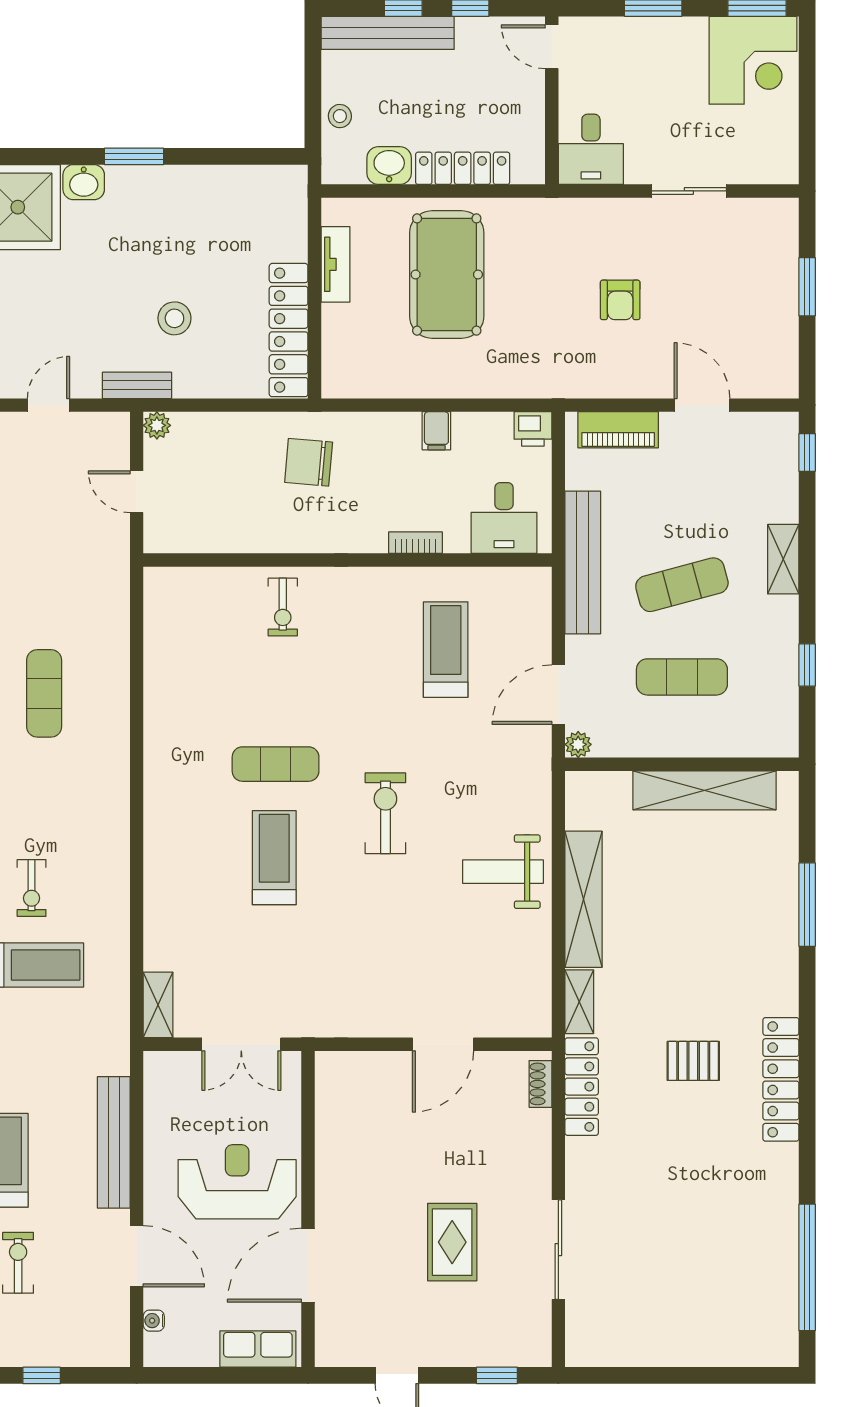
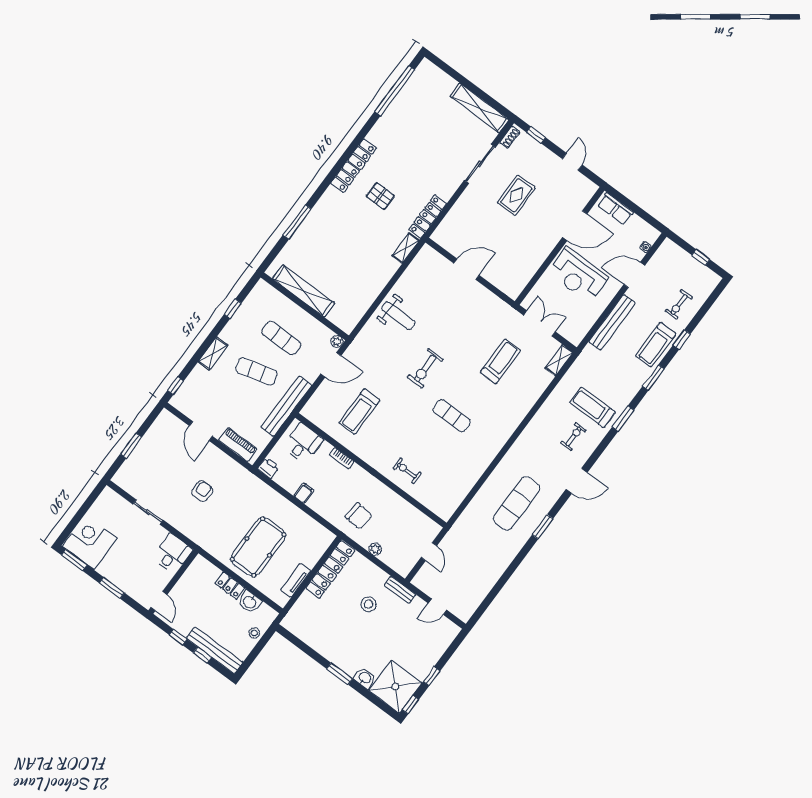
locker: (463, 168) -> (230, 586), width x0.66
plant: (157, 425) -> (375, 549), moved
exercise bike: (283, 607) -> (407, 471), turned -90
exercise mat: (44, 693) -> (517, 504), width x1.36, depth x1.45
treadmill: (274, 858) -> (501, 361), moved, turned 180
shelving: (584, 899) -> (479, 108), moved, turned 90
shoe rack: (540, 1084) -> (510, 137), moved
door: (137, 1256) -> (634, 275), hinge flipped

